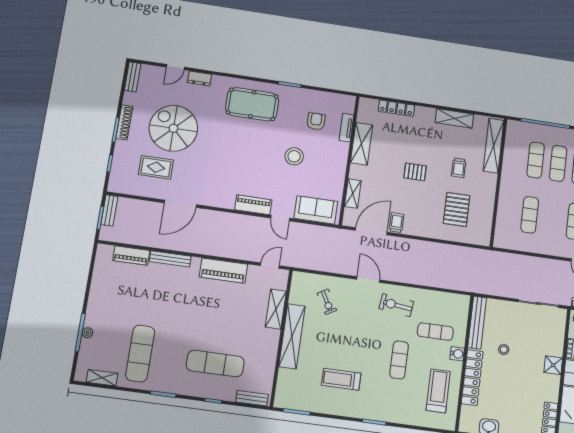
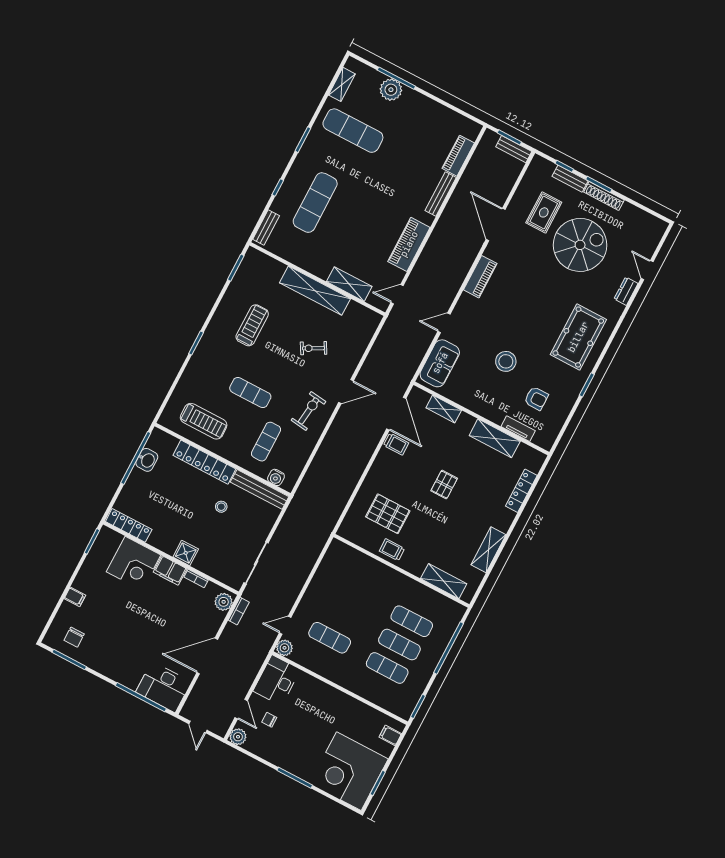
bench: (133, 77) -> (570, 179), moved
shelving: (494, 146) -> (444, 581), width x0.68
trolley: (459, 168) -> (392, 550), moved
piano: (253, 205) -> (480, 277), moved
exercise mat: (530, 215) -> (354, 591), removed
door: (270, 266) -> (397, 294), swing flipped
exercise bike: (327, 302) -> (314, 348), moved
plant: (88, 333) -> (391, 90), width x1.87, depth x1.87
water cooler: (457, 354) -> (276, 477), moved

